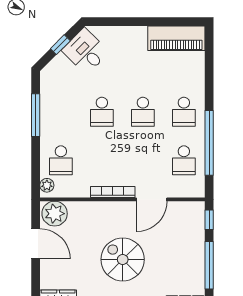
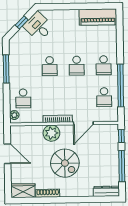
plant: (55, 214) -> (51, 133), moved
spiral stairs: (123, 259) -> (65, 163), turned 180

